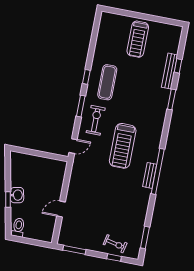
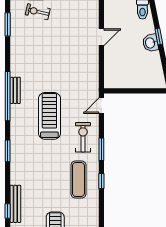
window: (172, 99) -> (8, 151), moved
exercise bike: (96, 120) -> (83, 137), turned 180

